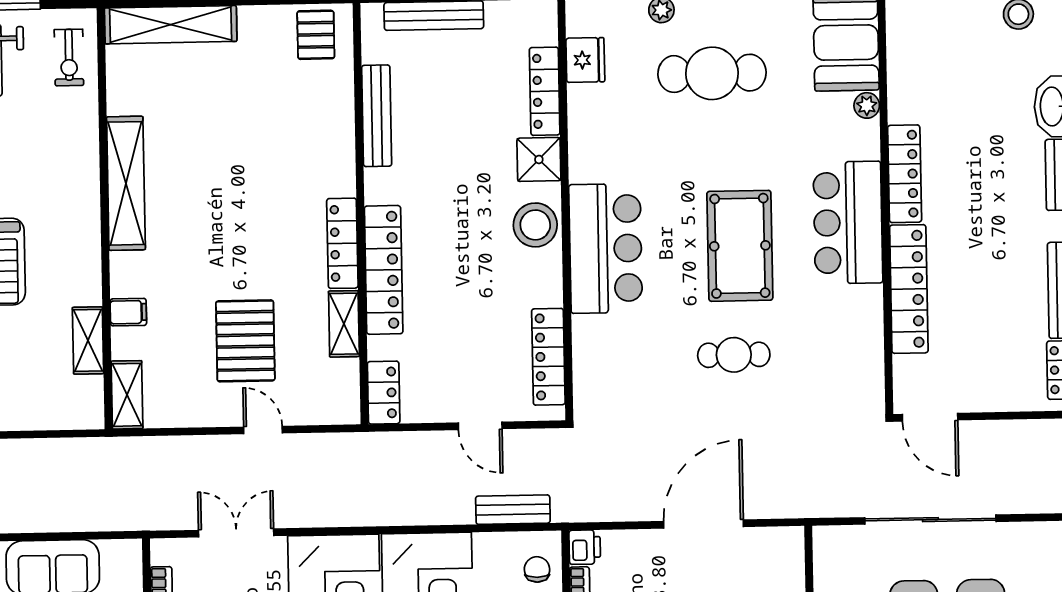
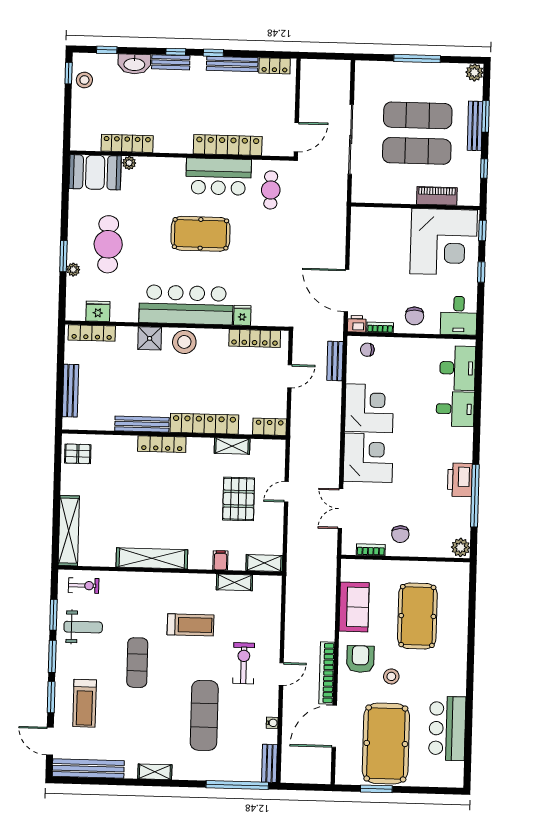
locker: (545, 91) -> (92, 333), moved
bench: (377, 116) -> (142, 424), moved
locker: (905, 174) -> (127, 143), moved
bar counter: (848, 223) -> (219, 177), moved
locker: (342, 243) -> (162, 444), moved
bar counter: (606, 248) -> (186, 305), width x1.36
fridge: (590, 331) -> (242, 315), added
pallet: (245, 341) -> (239, 499), turned 90
cafe table: (734, 355) -> (271, 190), moved
door: (703, 524) -> (347, 291), moved

